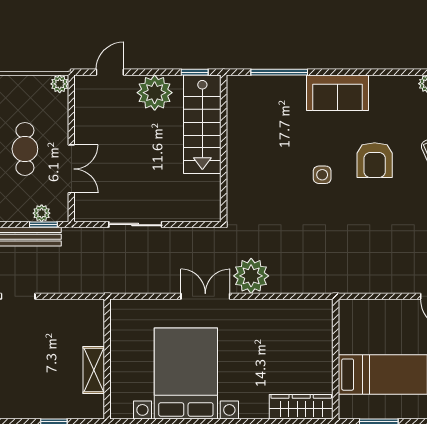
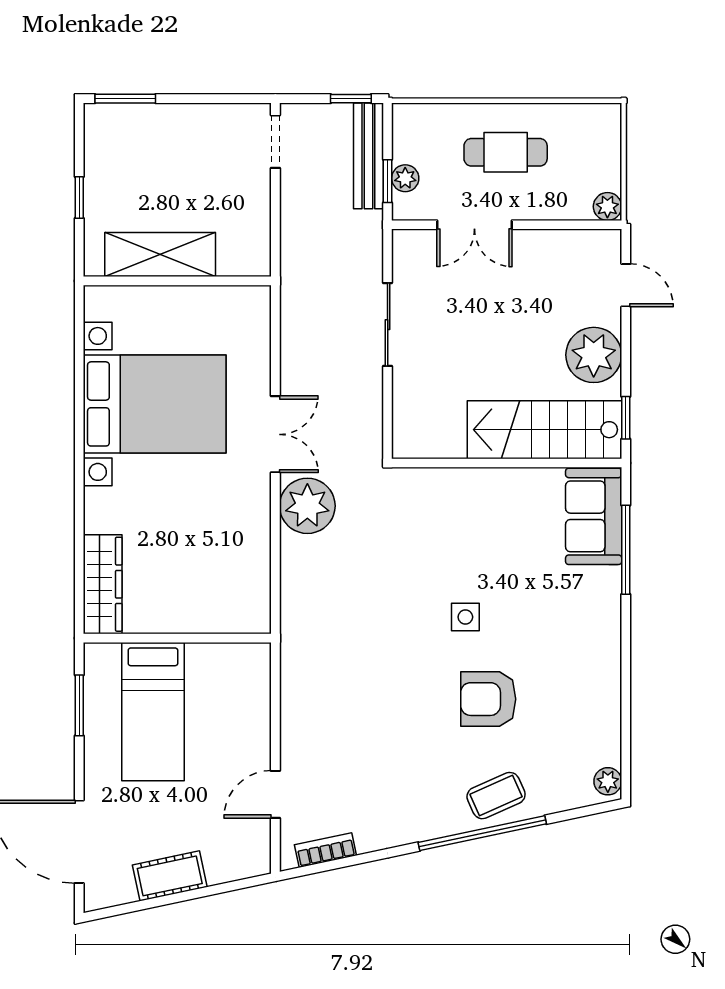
sofa: (337, 93) -> (594, 516), moved
shelving: (94, 370) -> (160, 254), width x1.50, depth x1.33

